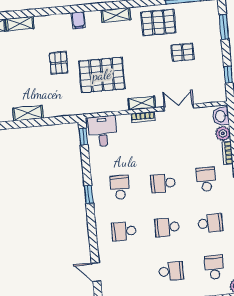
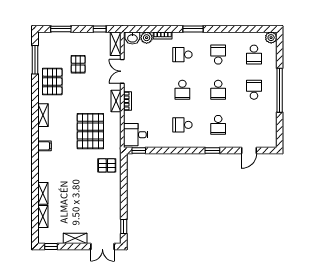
pallet: (59, 63) -> (107, 165), moved
shelving: (28, 113) -> (116, 44), moved
window: (89, 195) -> (212, 150), moved
school desk: (214, 267) -> (254, 55), turned -90

